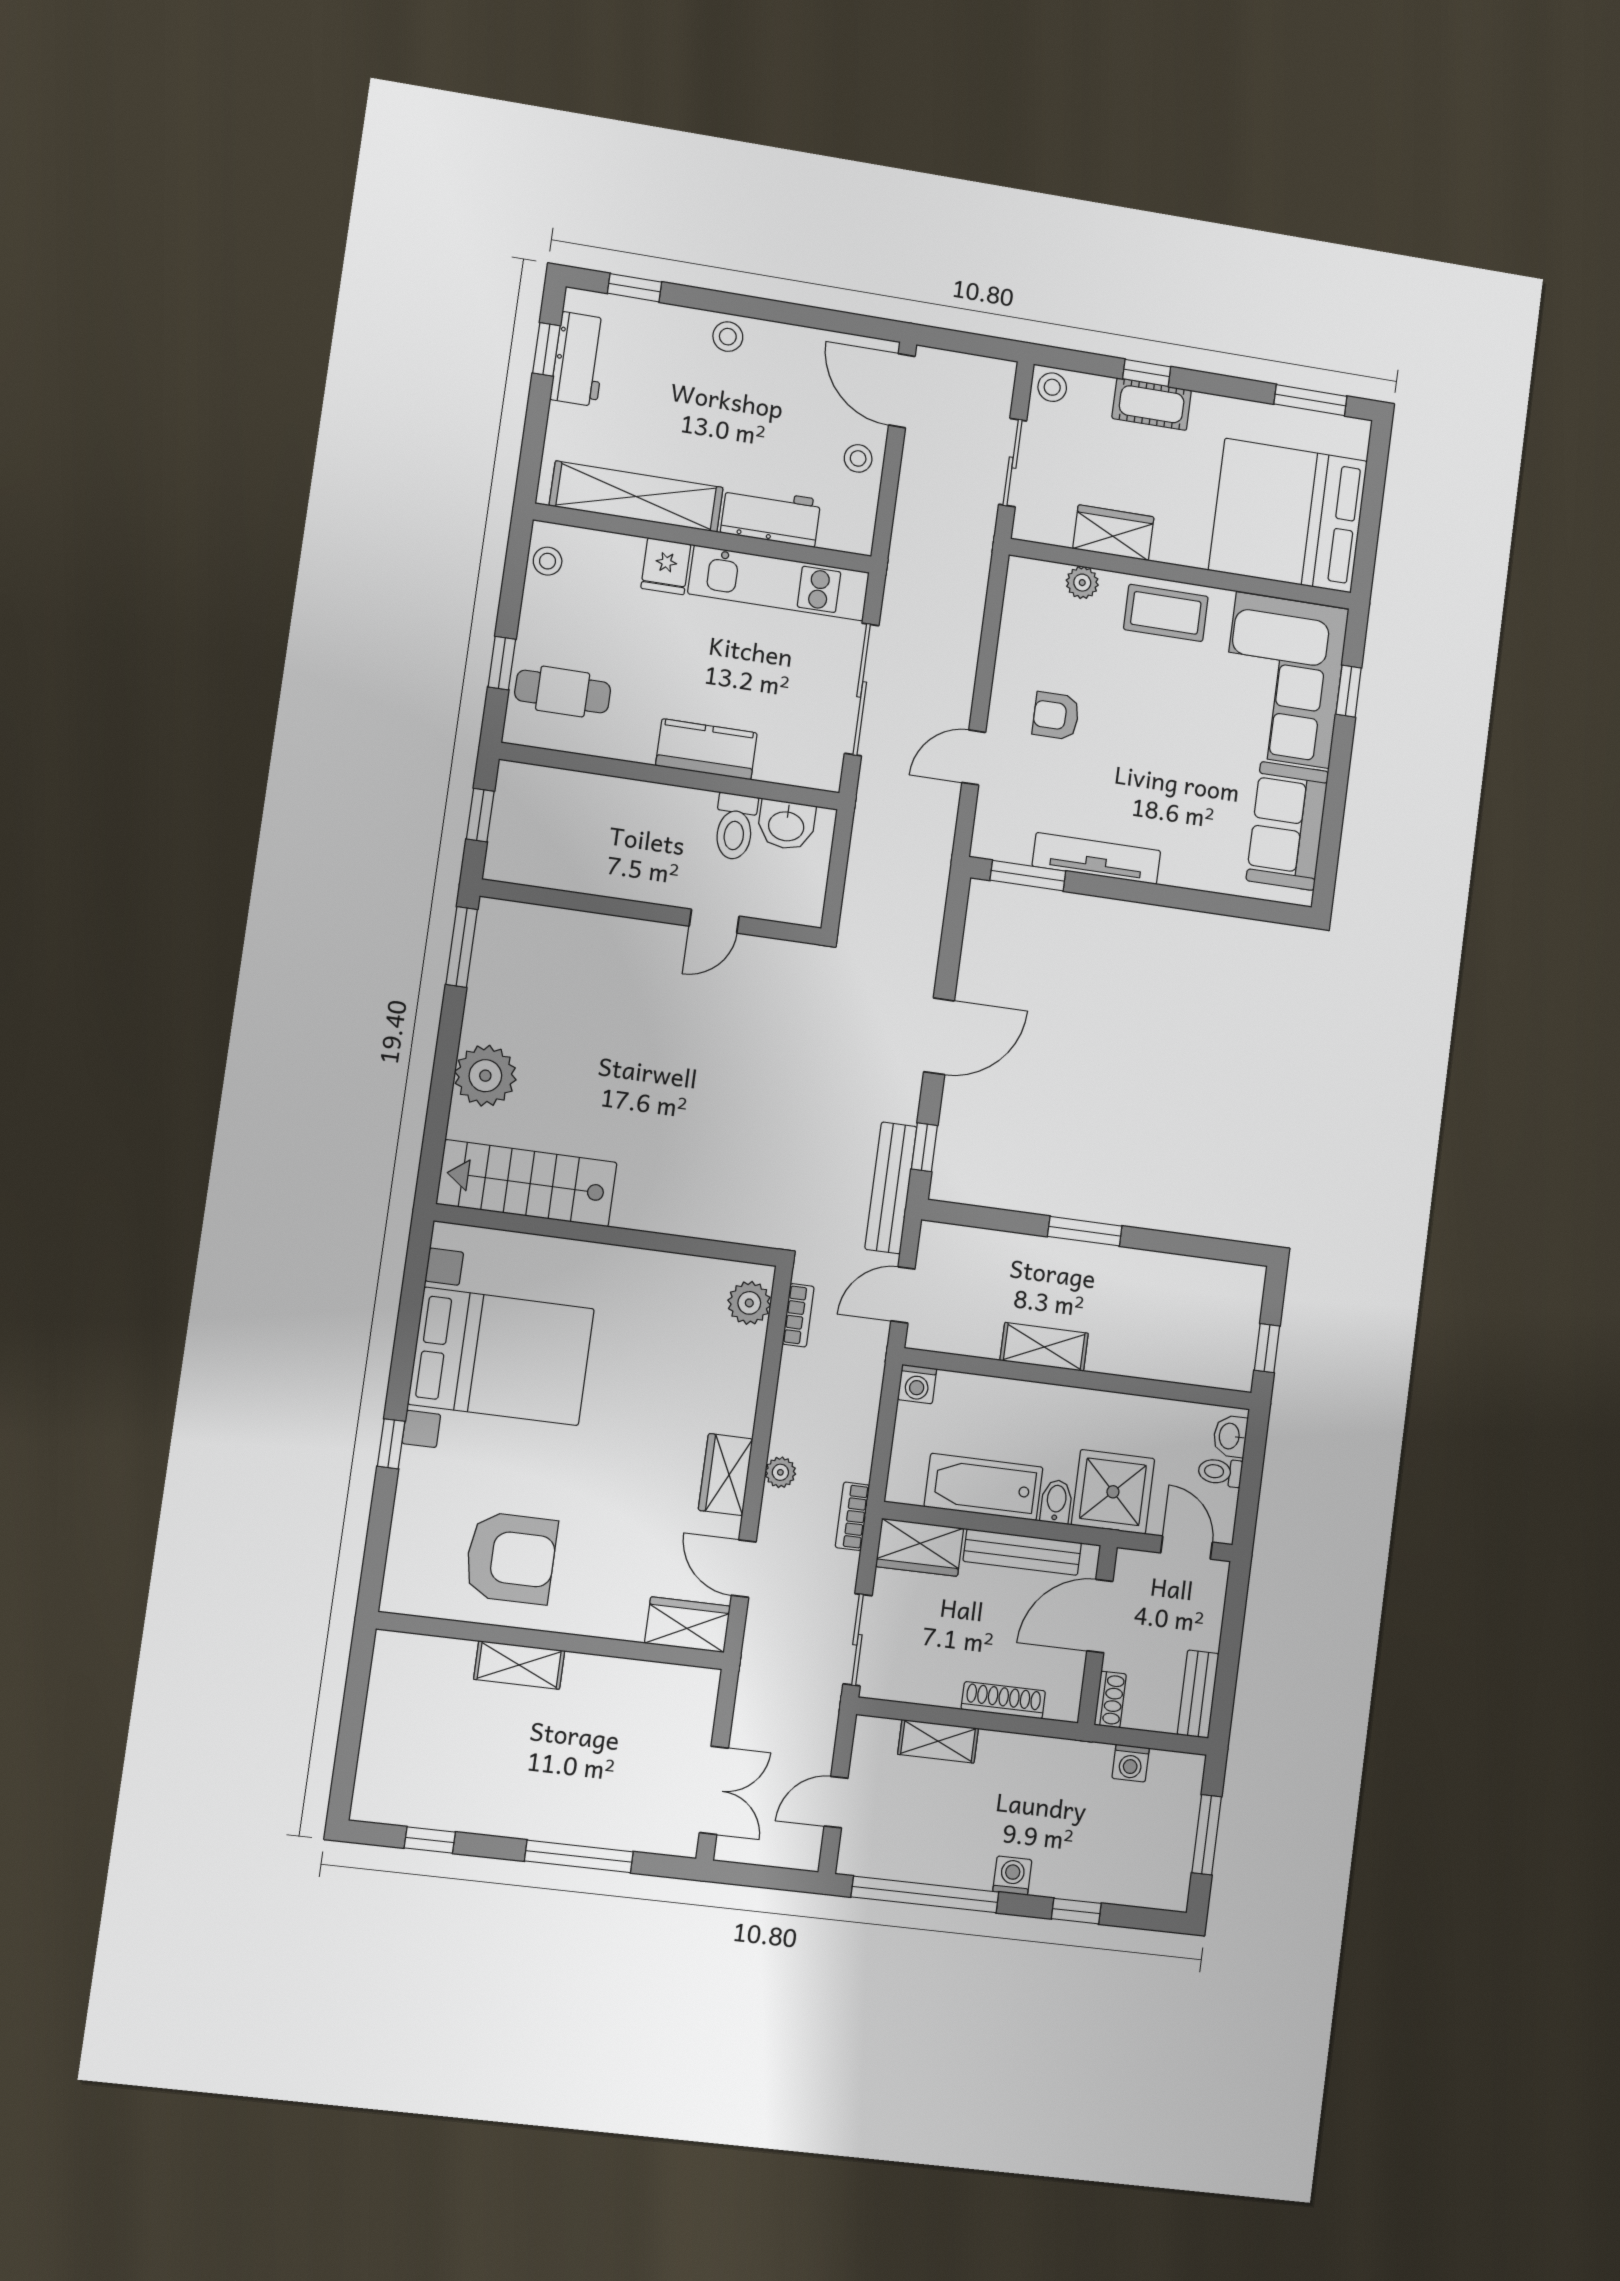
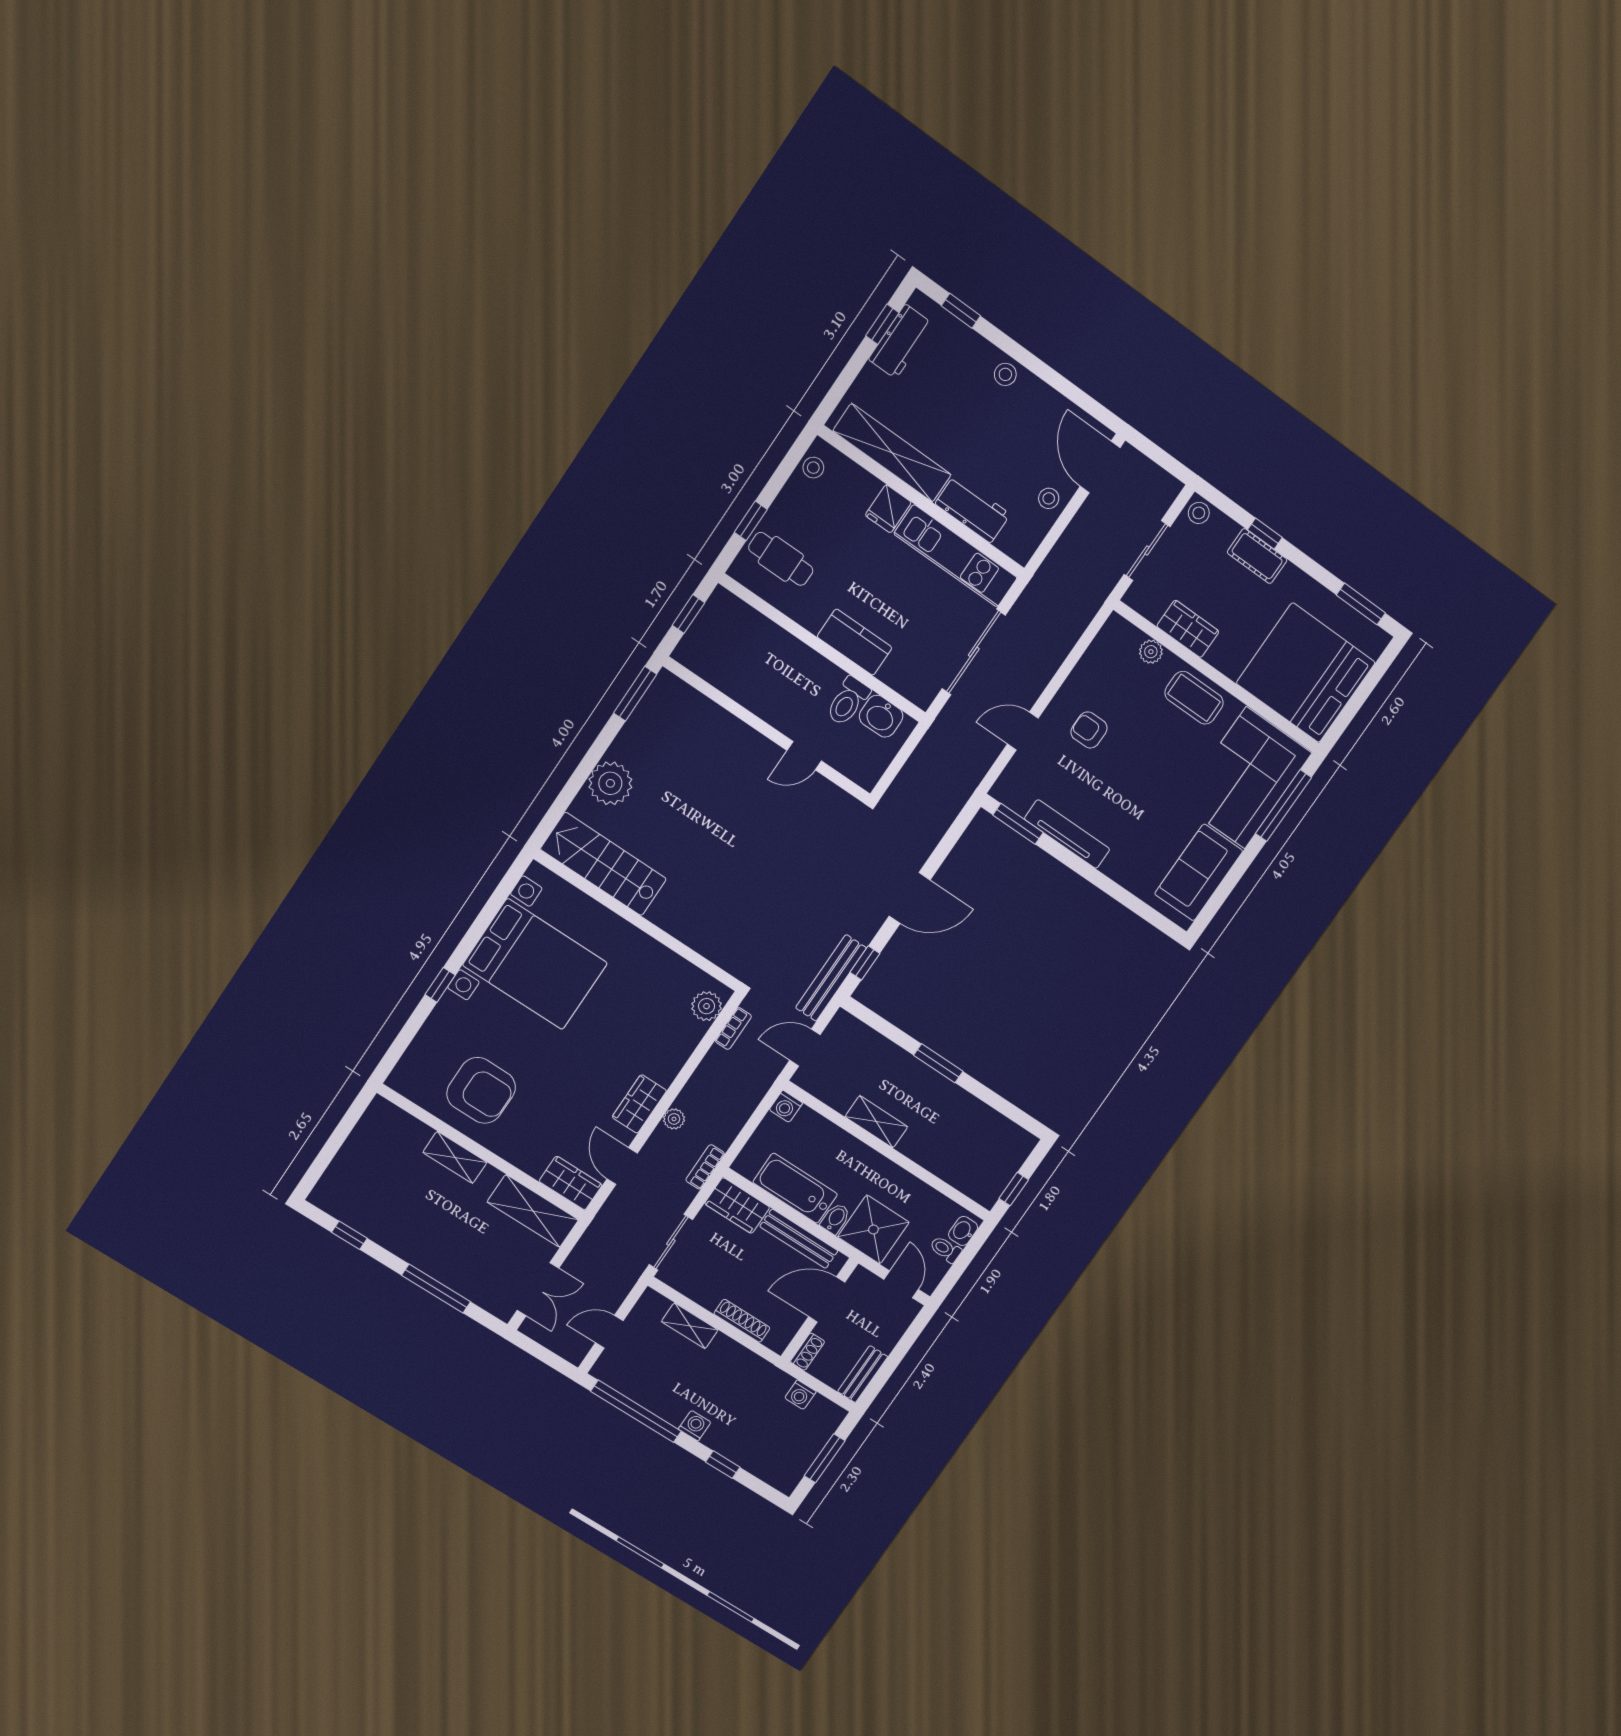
window: (1349, 691) -> (1283, 805), width x2.17
shelving: (656, 1687) -> (533, 1211), added

